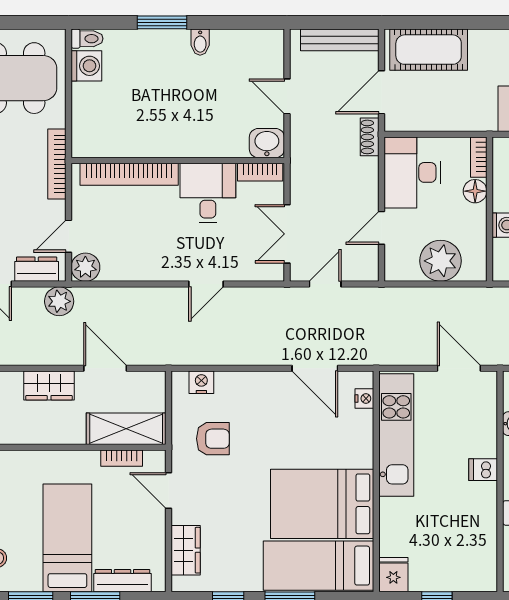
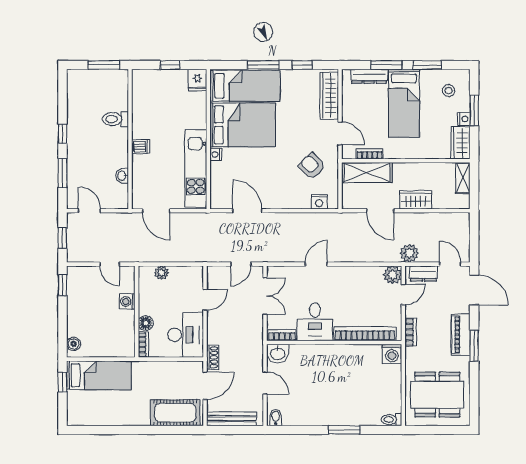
bidet: (200, 42) -> (276, 417), moved
washing machine: (86, 66) -> (392, 354), moved, turned -90
bookcase: (57, 164) -> (411, 332), width x0.64
plant: (441, 261) -> (162, 273), width x0.53, depth x0.53
nightstand: (364, 398) -> (216, 154), moved
armchair: (213, 439) -> (312, 166), turned 45
wardrobe: (186, 550) -> (329, 96), width x1.50

